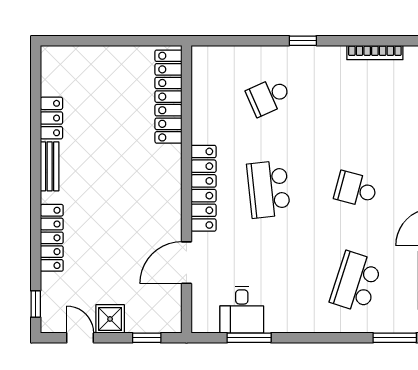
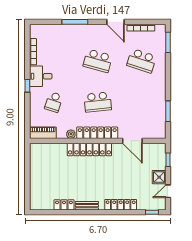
piano: (204, 73) -> (43, 133), added
locker: (168, 97) -> (89, 149), moved
school desk: (269, 97) -> (54, 102), turned 42
plant: (201, 133) -> (71, 134), added
school desk: (356, 189) -> (98, 61), width x1.85
desk: (242, 310) -> (41, 76), moved, turned 180

